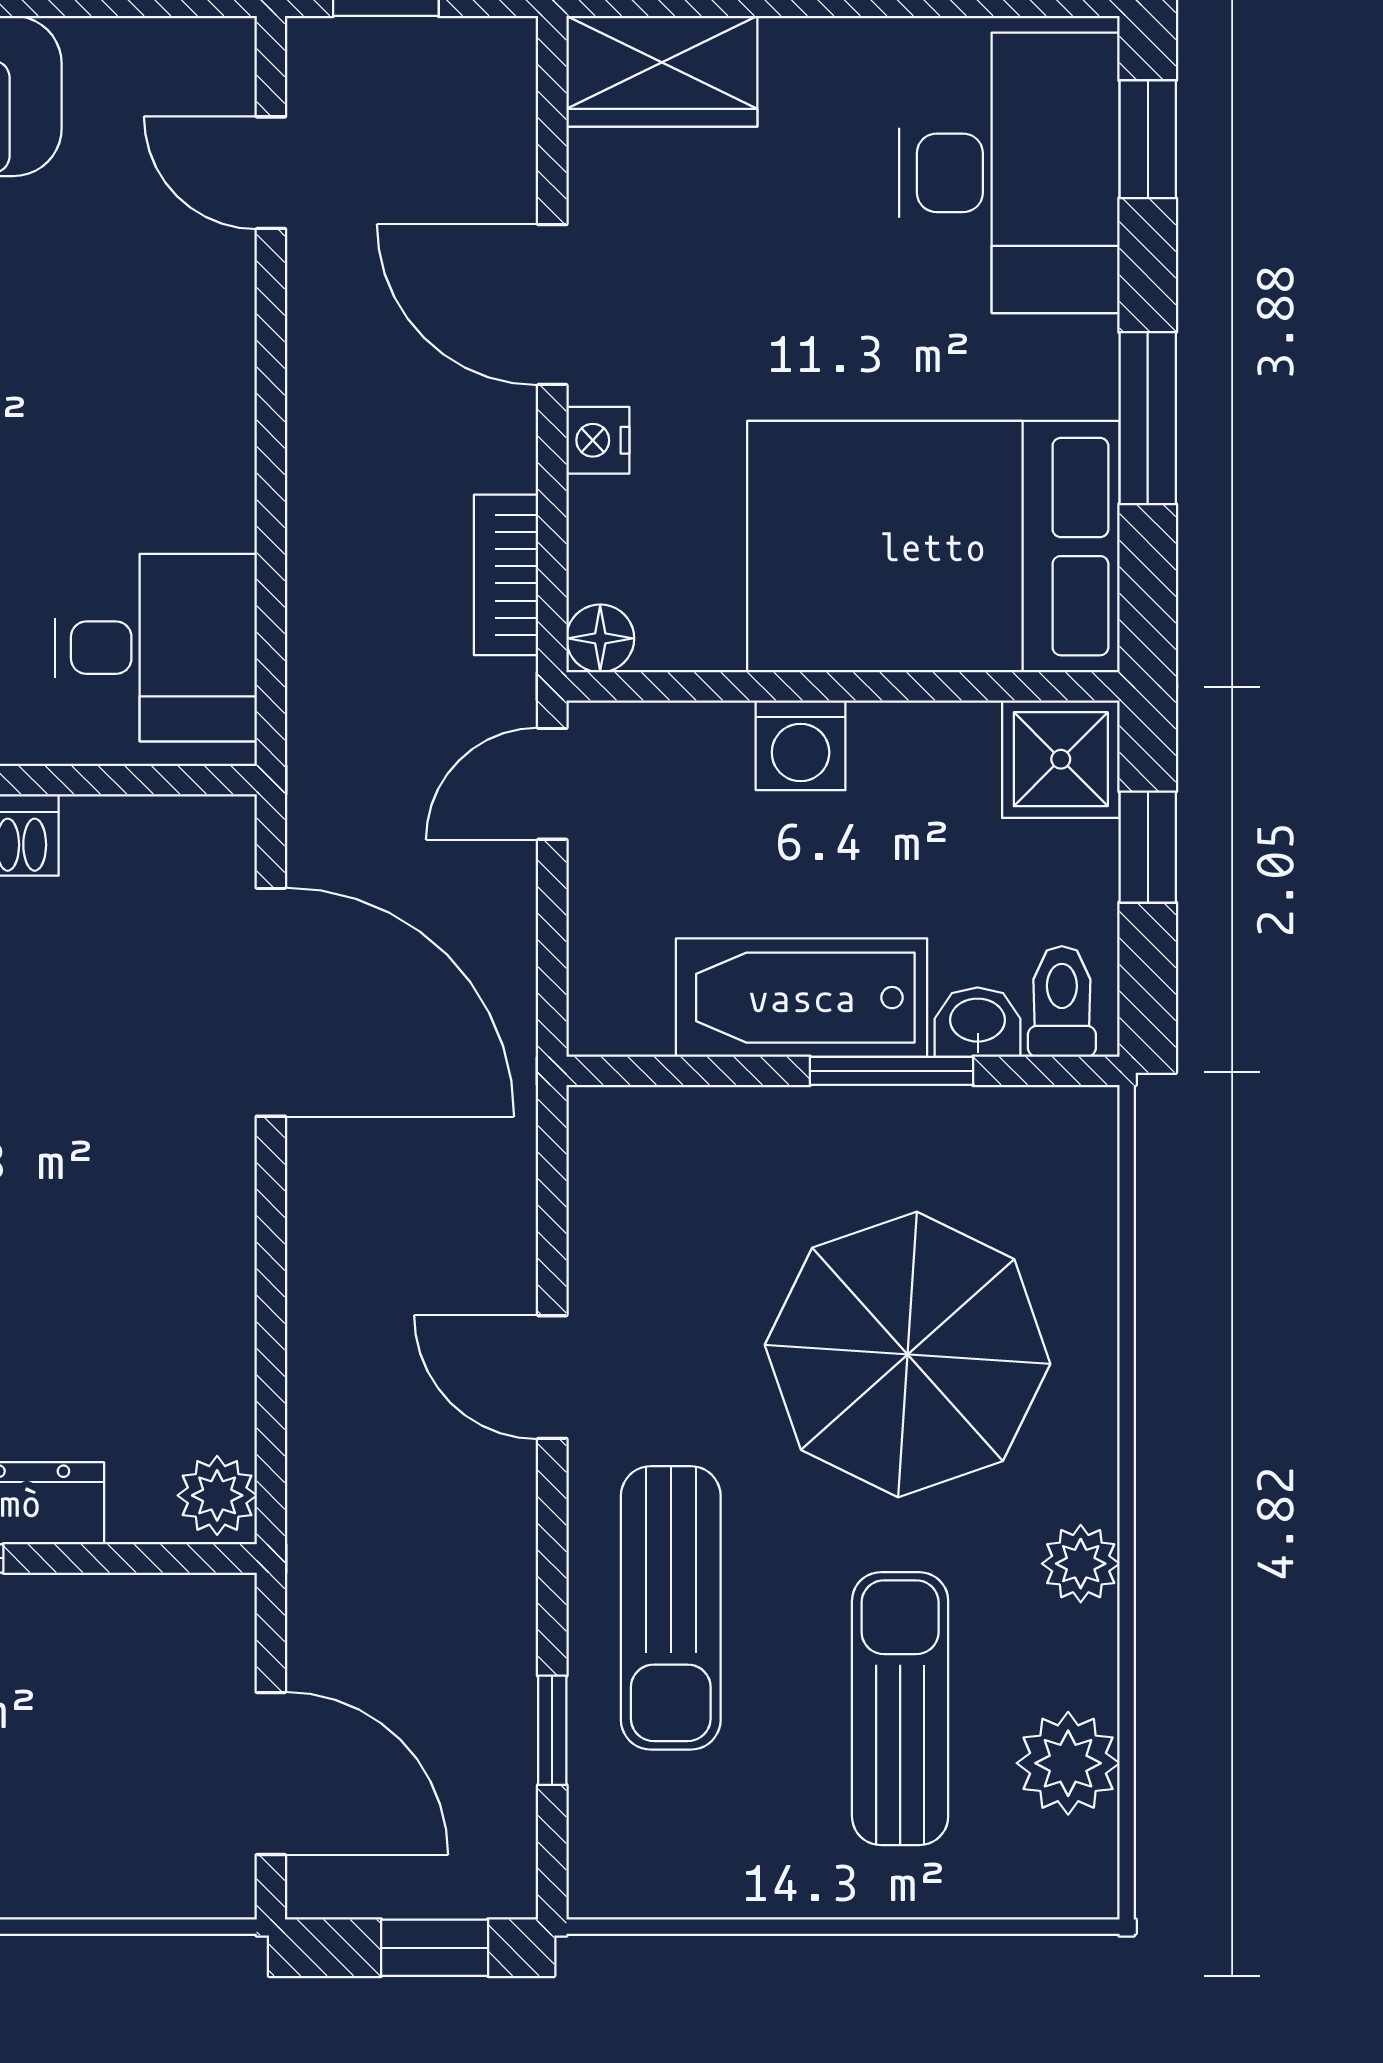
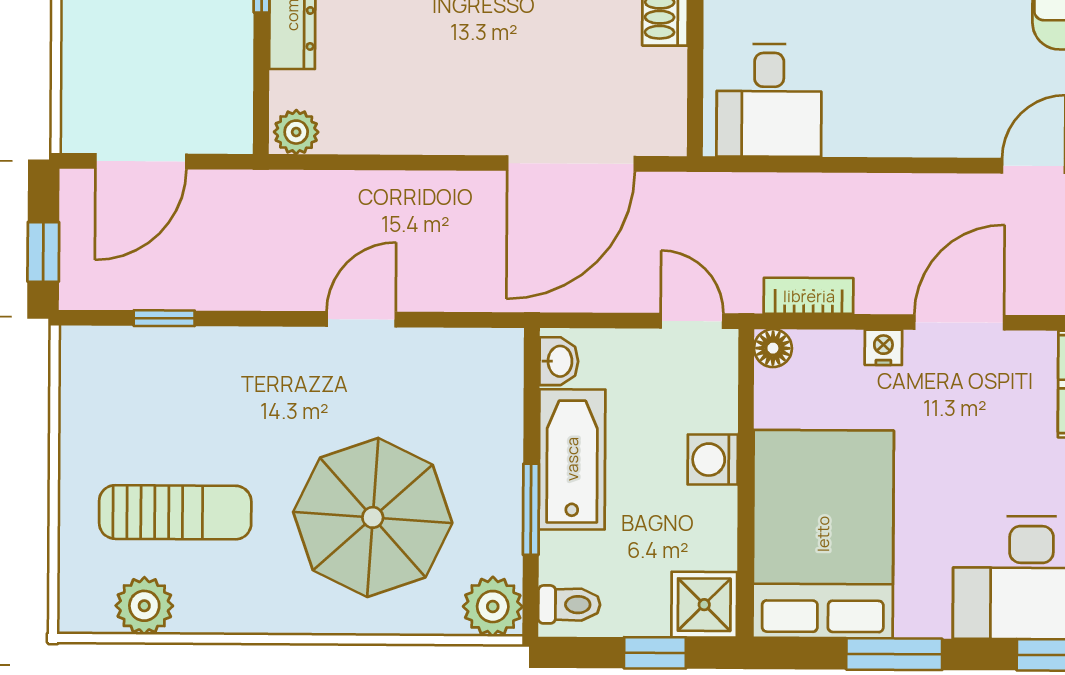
washbasin: (978, 1022) -> (559, 361), moved
plant: (1081, 1564) -> (493, 607), moved, width x1.38, depth x1.38
sun lounger: (671, 1608) -> (232, 385), removed

